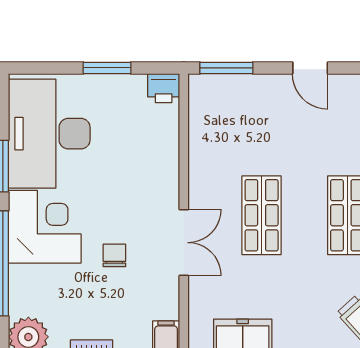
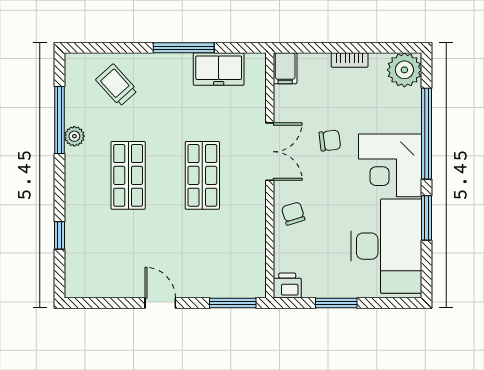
chair: (157, 171) -> (293, 214), added
double door: (184, 243) -> (270, 152), swing flipped
chair: (114, 255) -> (330, 141), turned -97

